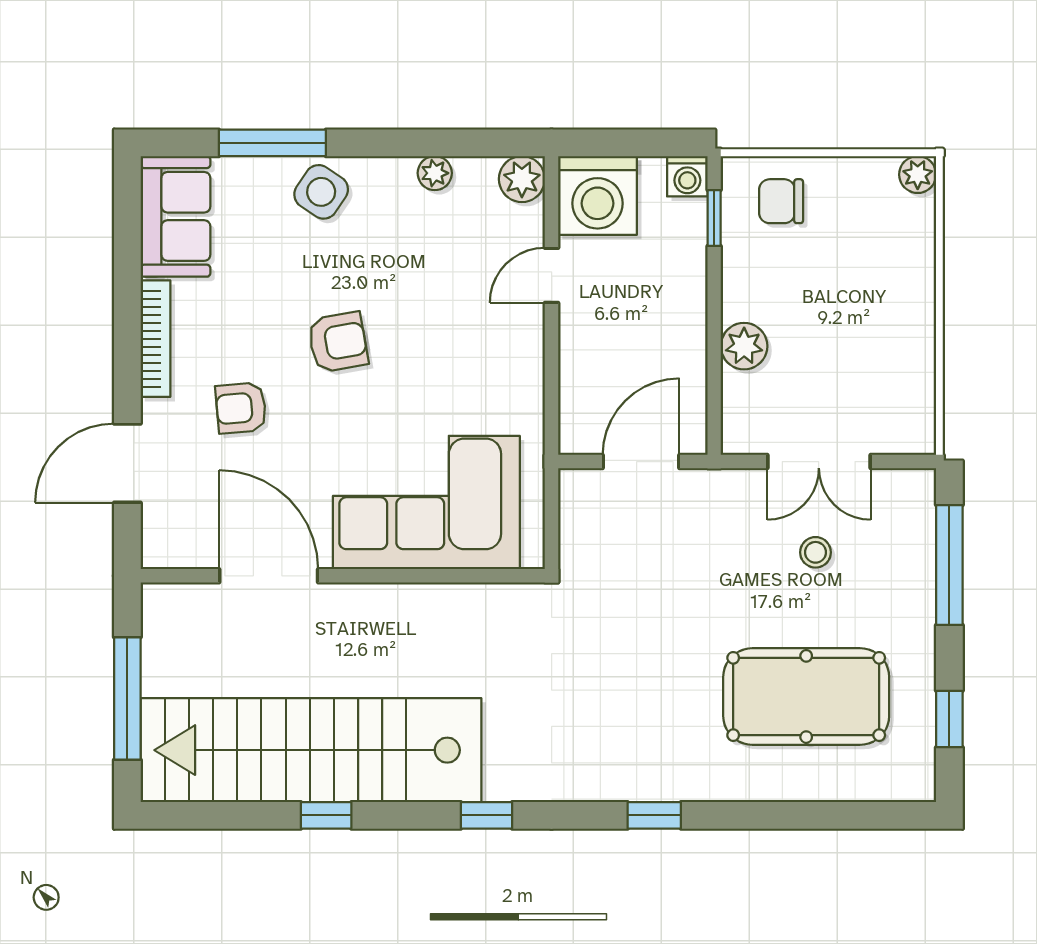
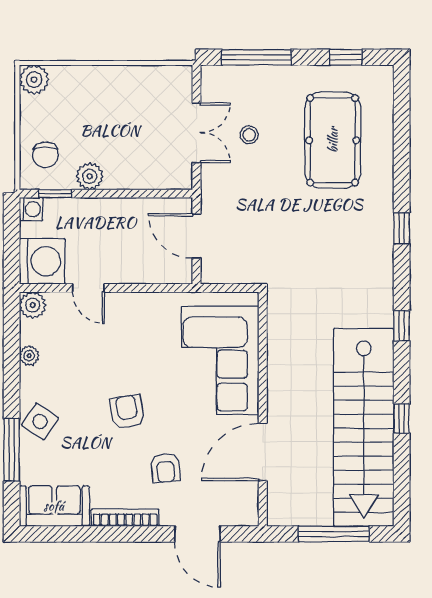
plant: (918, 175) -> (34, 80), width x1.38, depth x1.38
plant: (744, 346) -> (90, 176), moved

